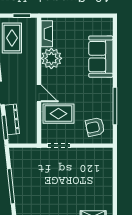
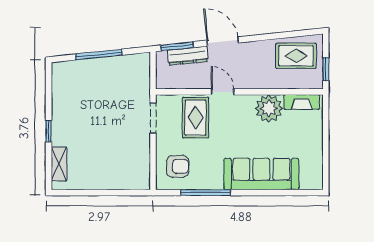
sofa: (101, 57) -> (261, 174), width x1.36
door: (39, 93) -> (222, 92), swing flipped
armchair: (95, 127) -> (178, 166), turned 102

